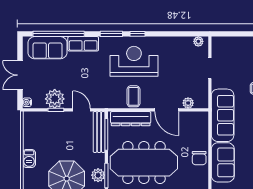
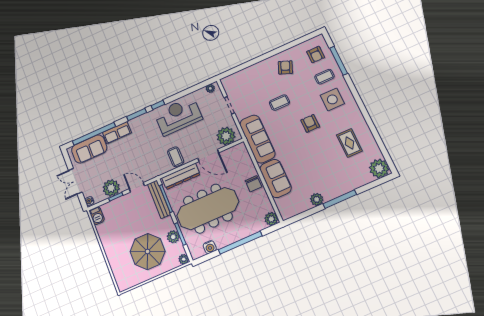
reception desk: (134, 61) -> (178, 116), moved
plant: (188, 103) -> (226, 136), width x1.87, depth x1.87
barbecue: (29, 159) -> (97, 216), moved

